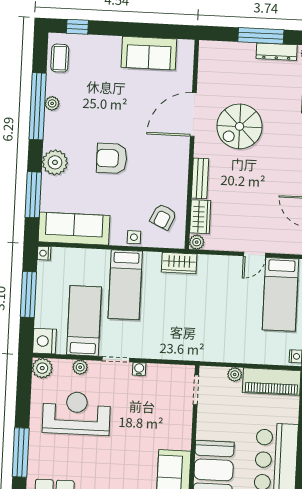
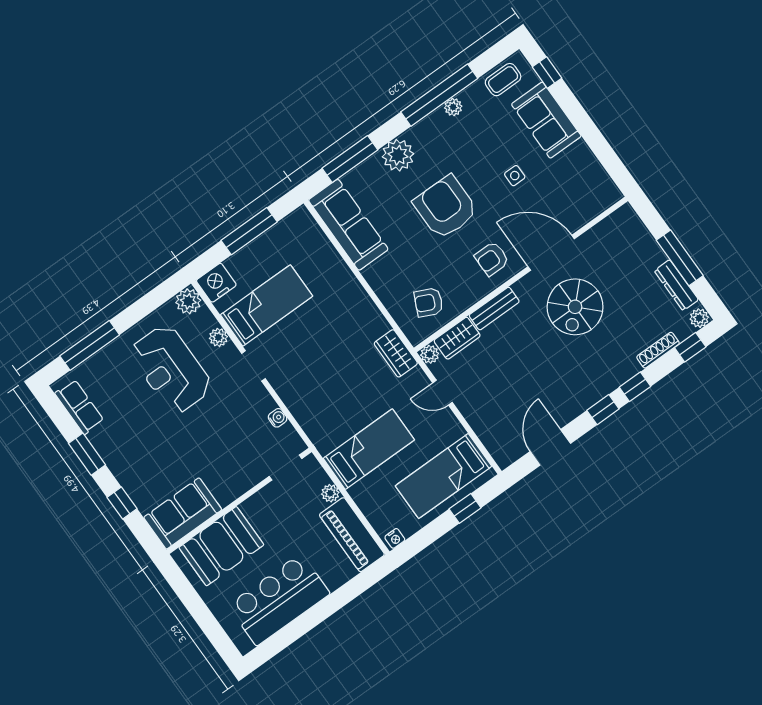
sofa: (149, 53) -> (546, 120), moved
spiral stairs: (240, 126) -> (575, 307), turned -90
armchair: (167, 155) -> (492, 259), added
armchair: (112, 158) -> (446, 207), width x1.36, depth x1.36
side table: (134, 237) -> (515, 176), moved
nightstand: (44, 253) -> (301, 215), removed
door: (255, 255) -> (442, 393), moved
bed: (125, 285) -> (369, 449), moved, turned 180
water cooler: (139, 369) -> (278, 418), moved
reception desk: (76, 413) -> (171, 369), turned 180

